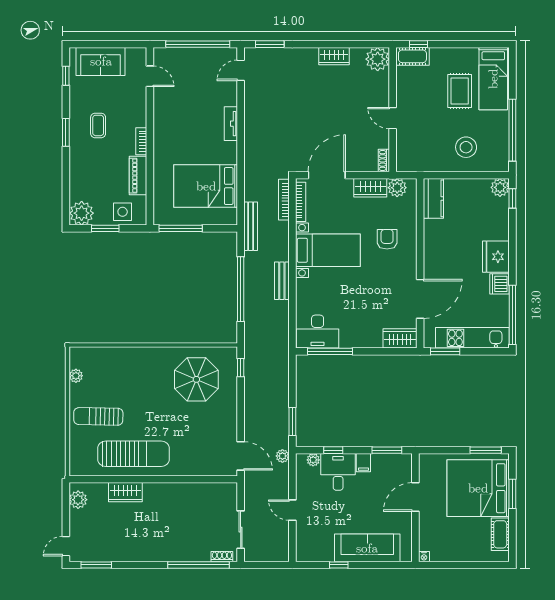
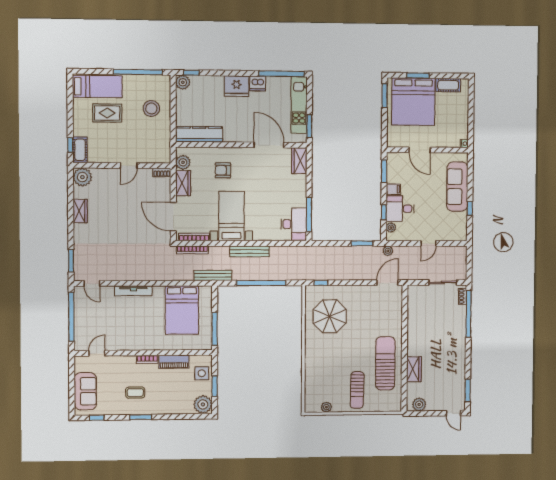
tv unit: (231, 124) -> (133, 291), width x1.41
kitchen counter: (433, 198) -> (199, 134), width x1.50
bench: (282, 281) -> (250, 251), width x1.36

